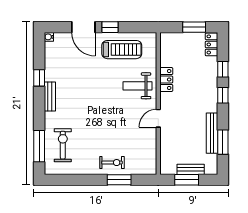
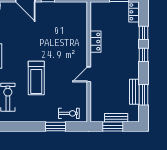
treadmill: (122, 50) -> (36, 78), moved, turned 90
weight bench: (137, 86) -> (71, 47), removed
bench: (212, 133) -> (134, 92), width x0.73
exercise bike: (112, 163) -> (69, 113), moved

